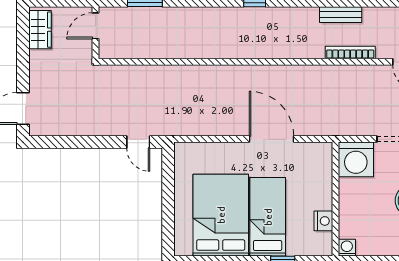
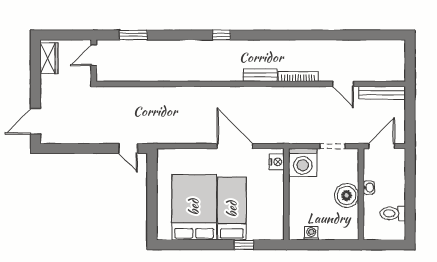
bench: (341, 15) -> (260, 75), moved
nightstand: (323, 221) -> (277, 162), moved
washing machine: (347, 248) -> (311, 233), moved

